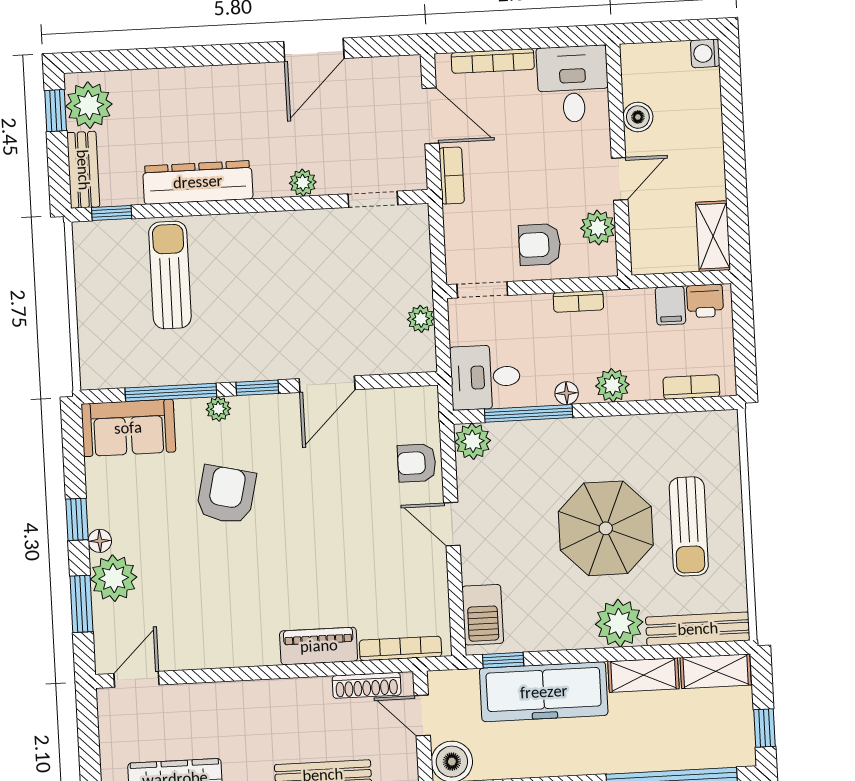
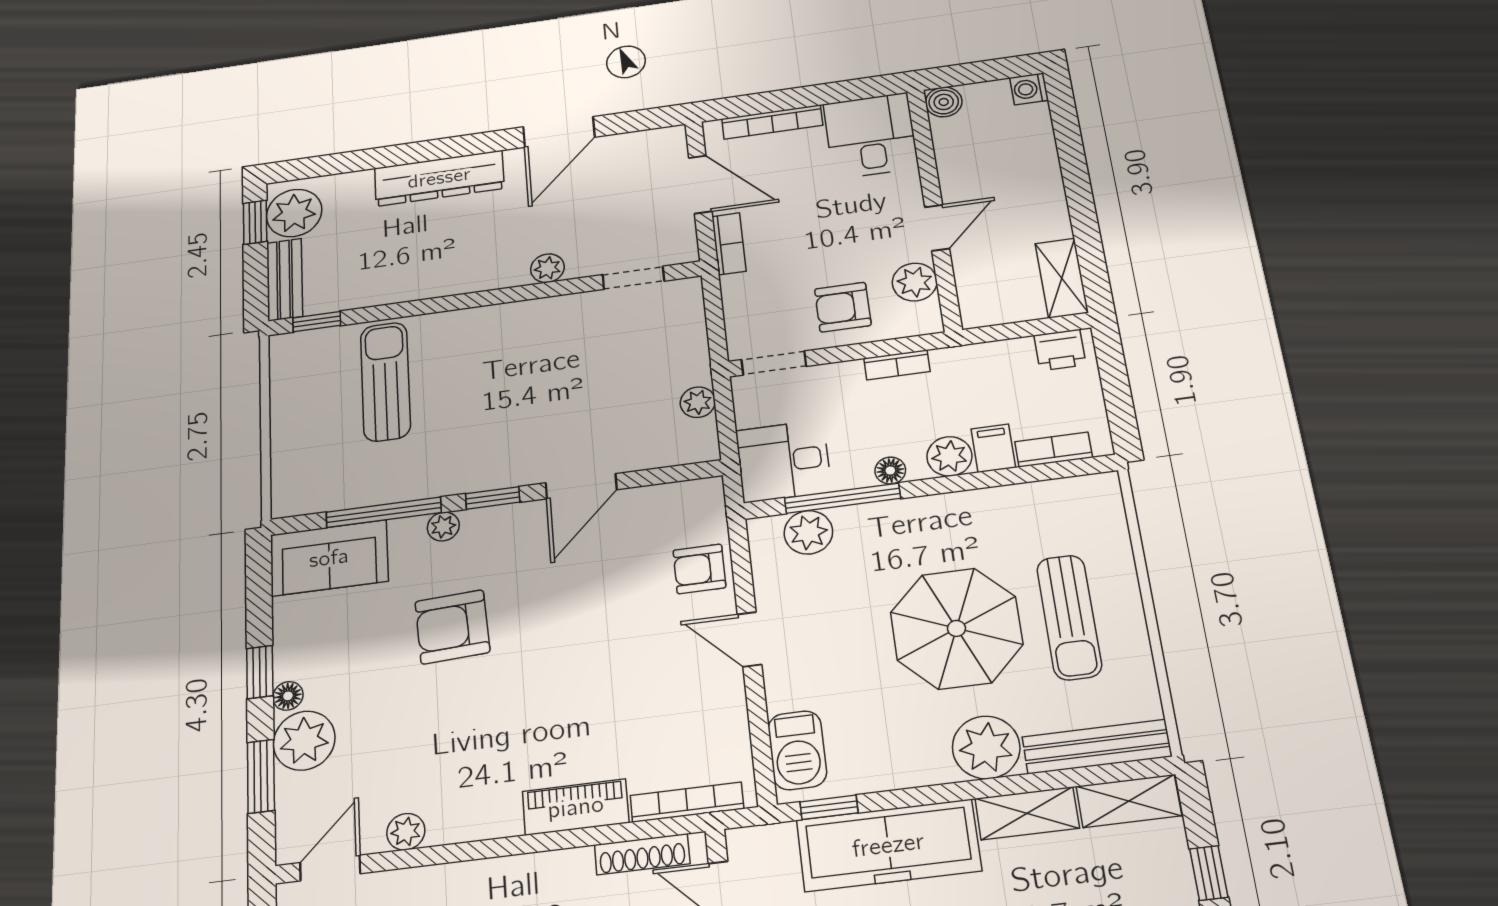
boiler: (638, 117) -> (944, 102), moved
dresser: (198, 182) -> (439, 178), moved, turned 180
filing cabinet: (670, 306) -> (993, 448), moved, turned 180
plant: (473, 441) -> (808, 532), moved
armchair: (226, 495) -> (452, 627), turned -106
plant: (193, 656) -> (406, 832), added

